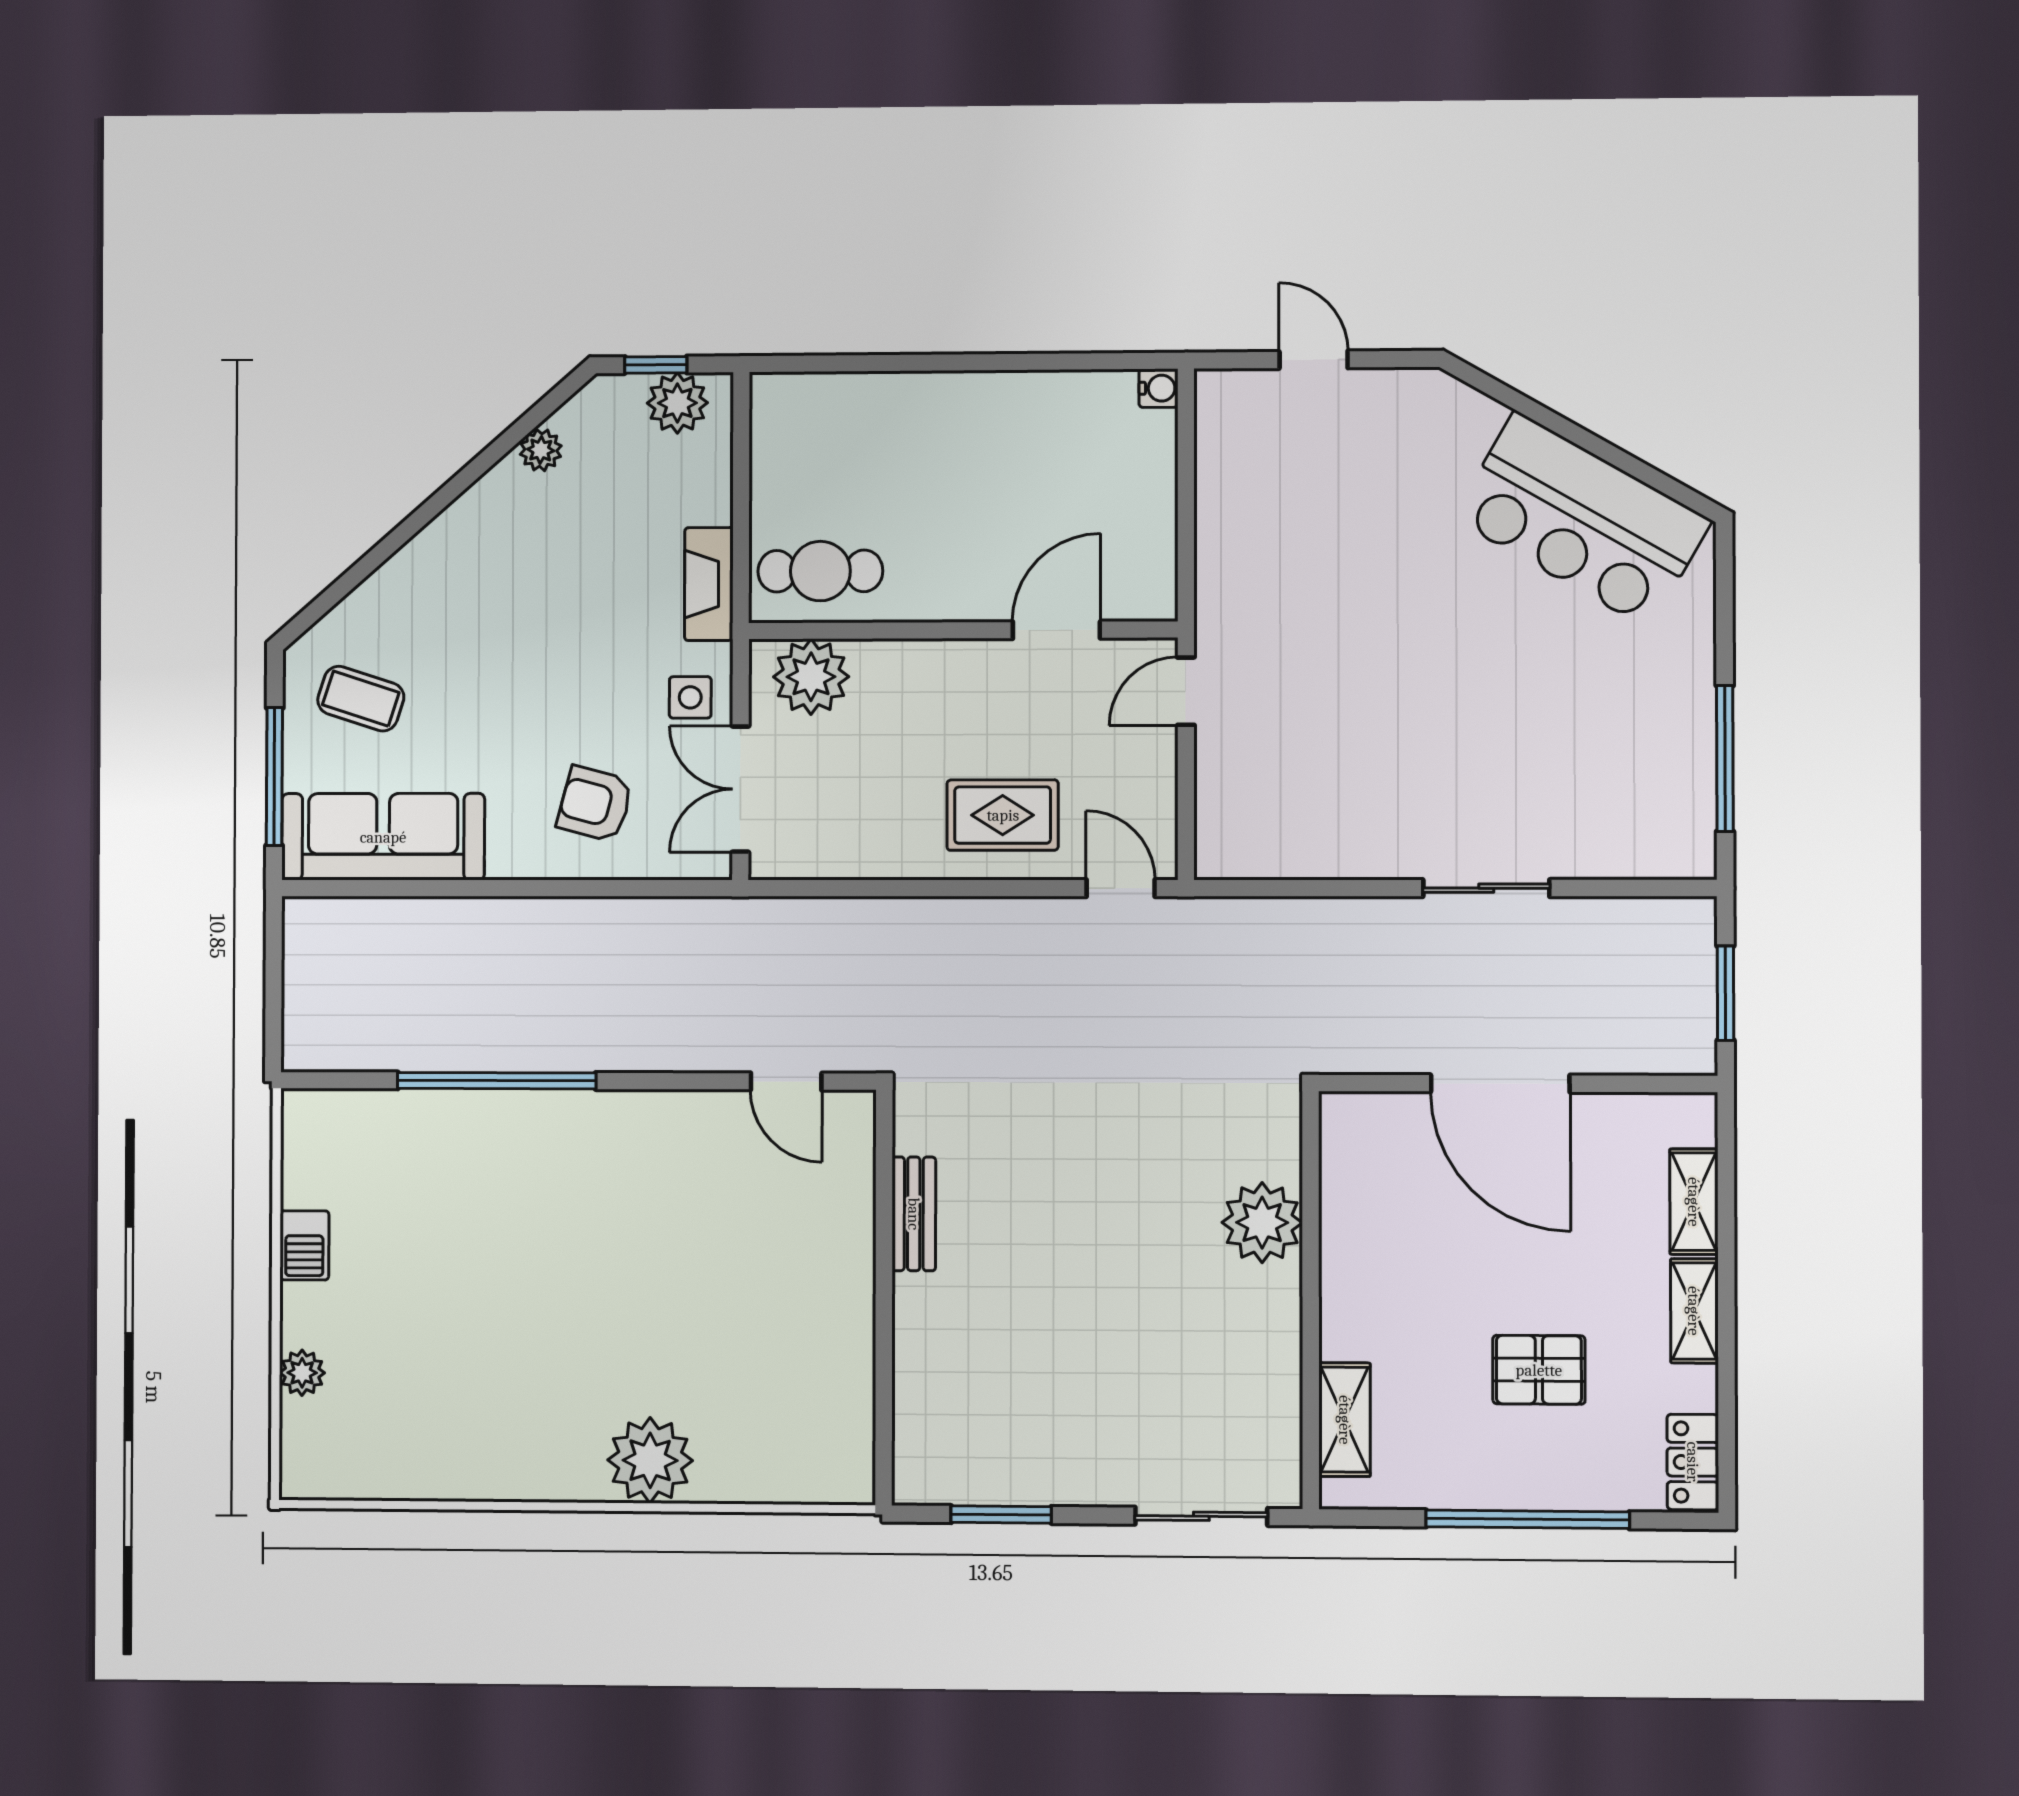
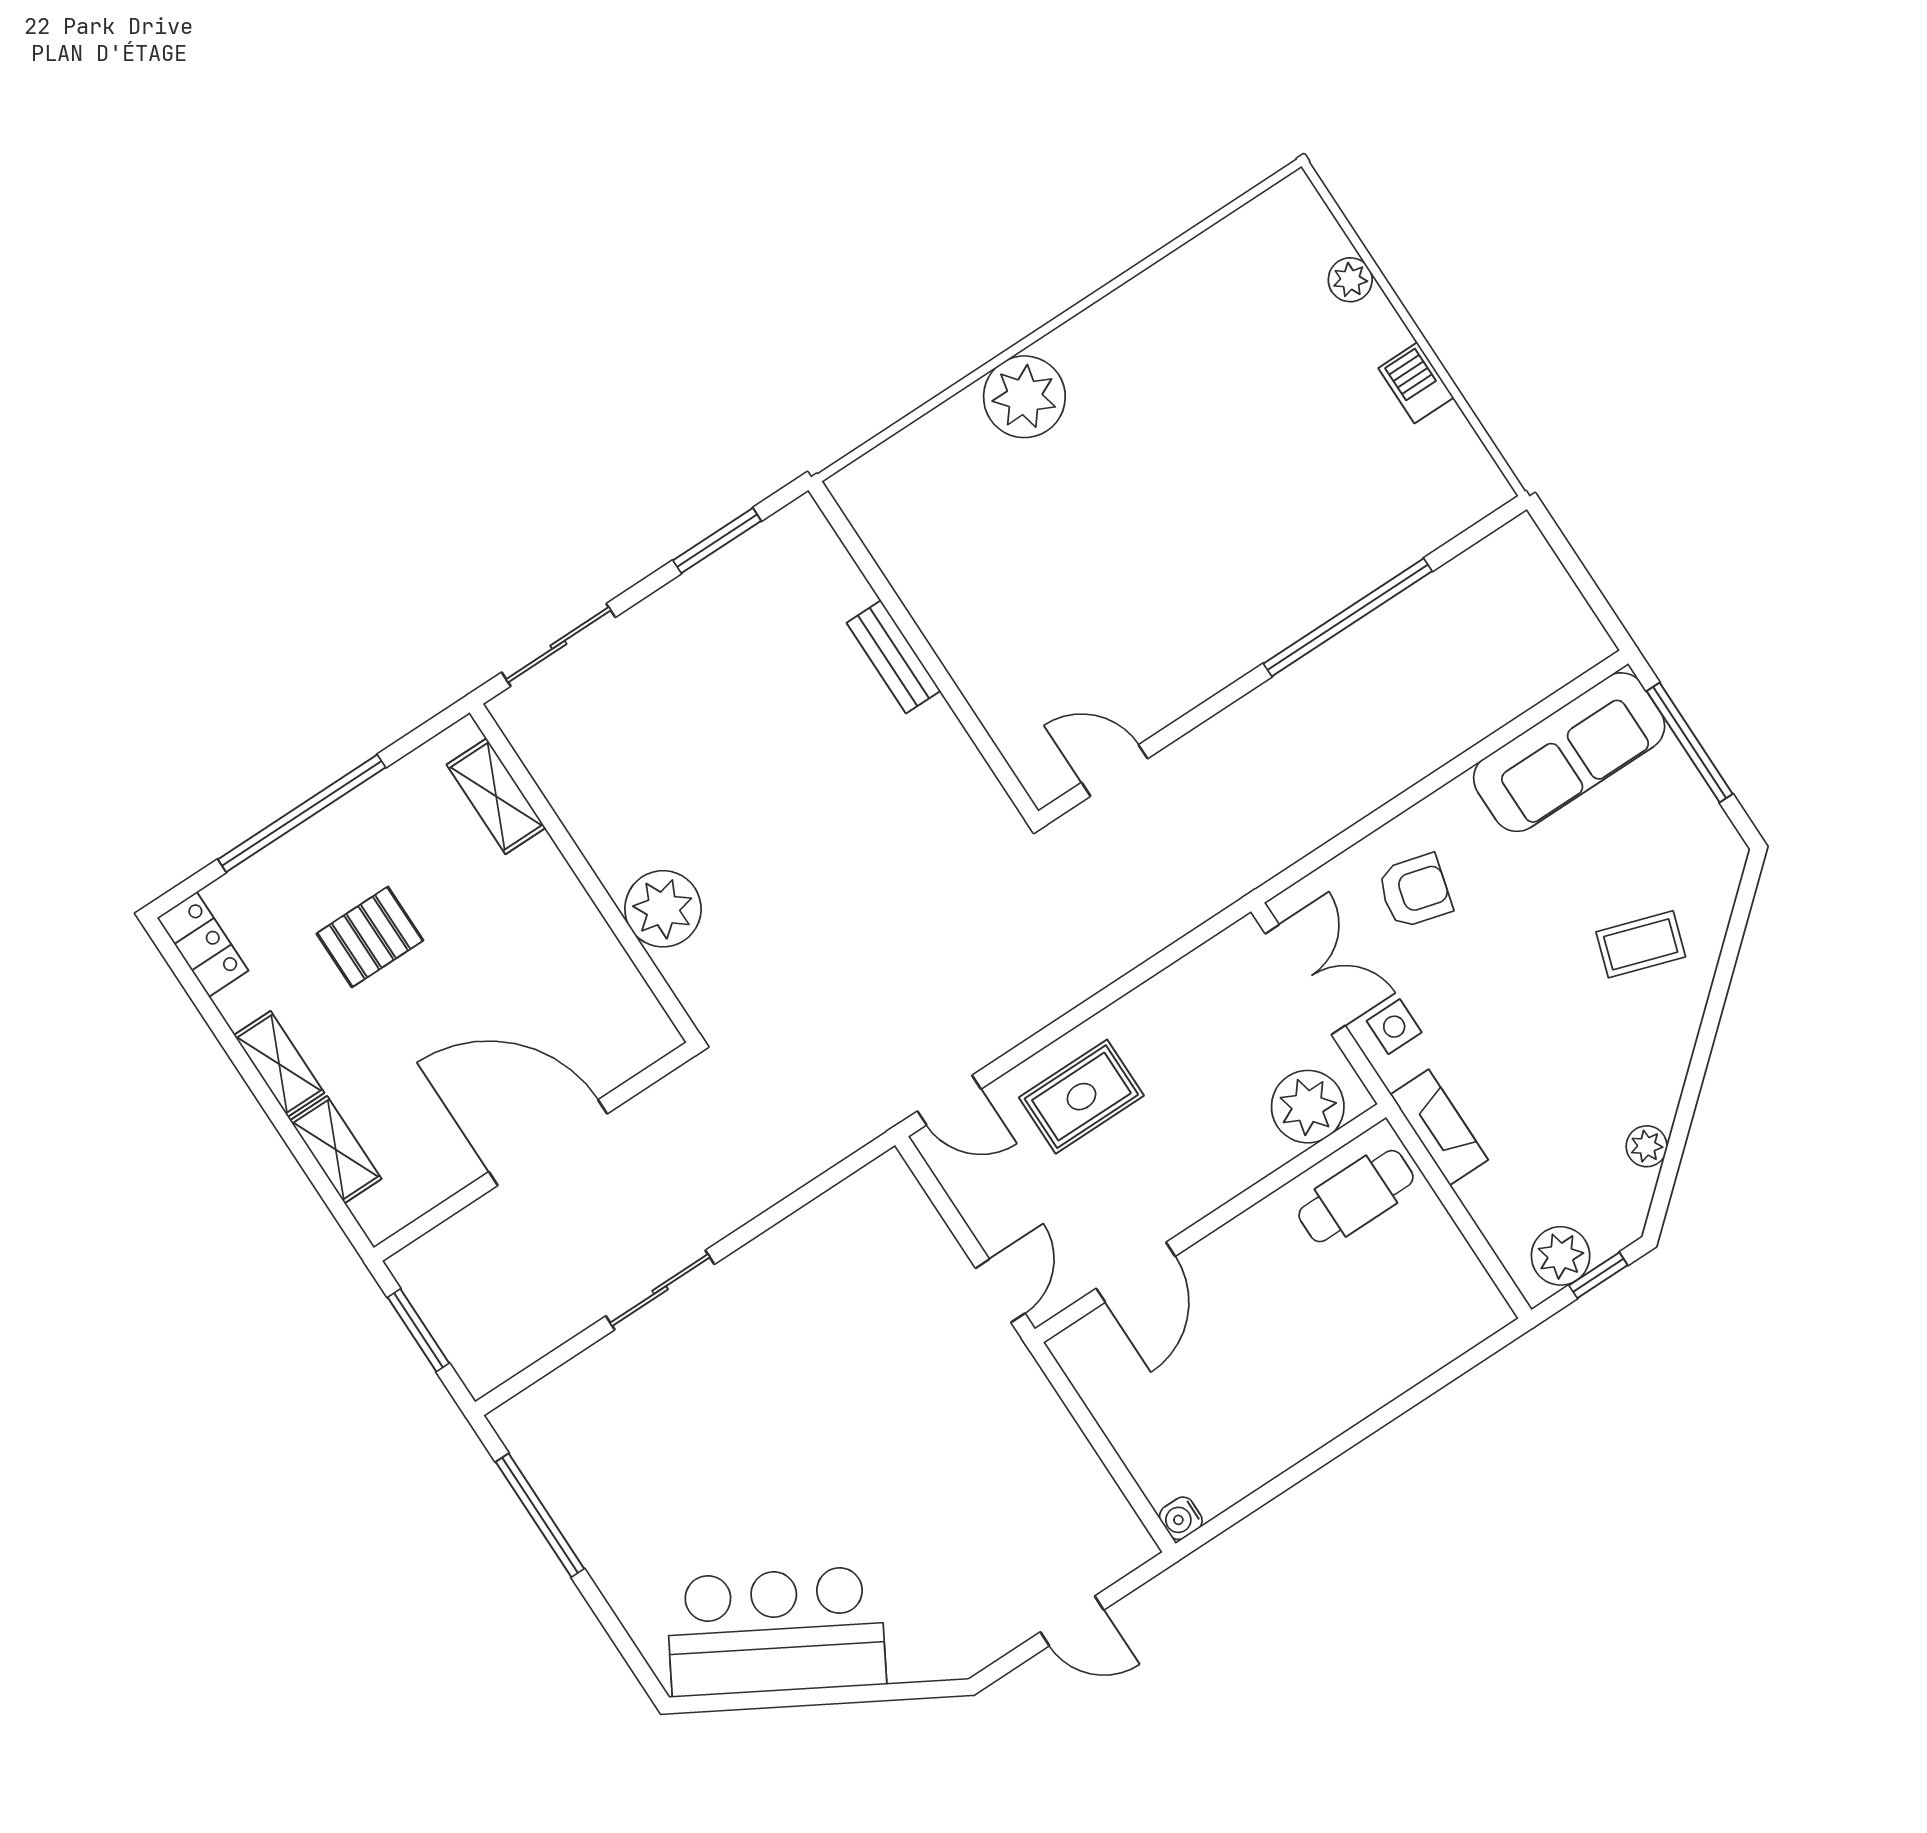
coffee table: (361, 699) -> (1641, 944), moved
bench: (914, 1214) -> (893, 657), moved

